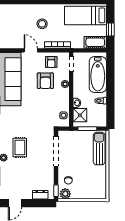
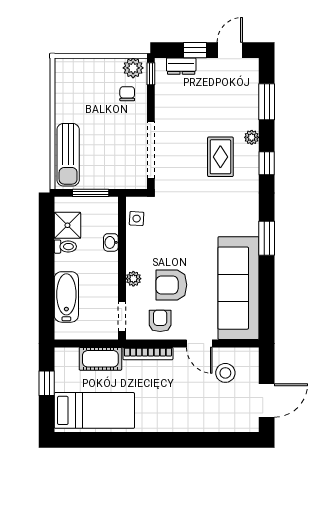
stool: (42, 24) -> (225, 373), moved
cot: (95, 42) -> (100, 359), moved
bathtub: (98, 75) -> (66, 297), width x0.73, depth x0.73
armchair: (45, 81) -> (171, 285), turned -90
shower: (80, 115) -> (67, 225), moved
window: (33, 203) -> (195, 50), added

